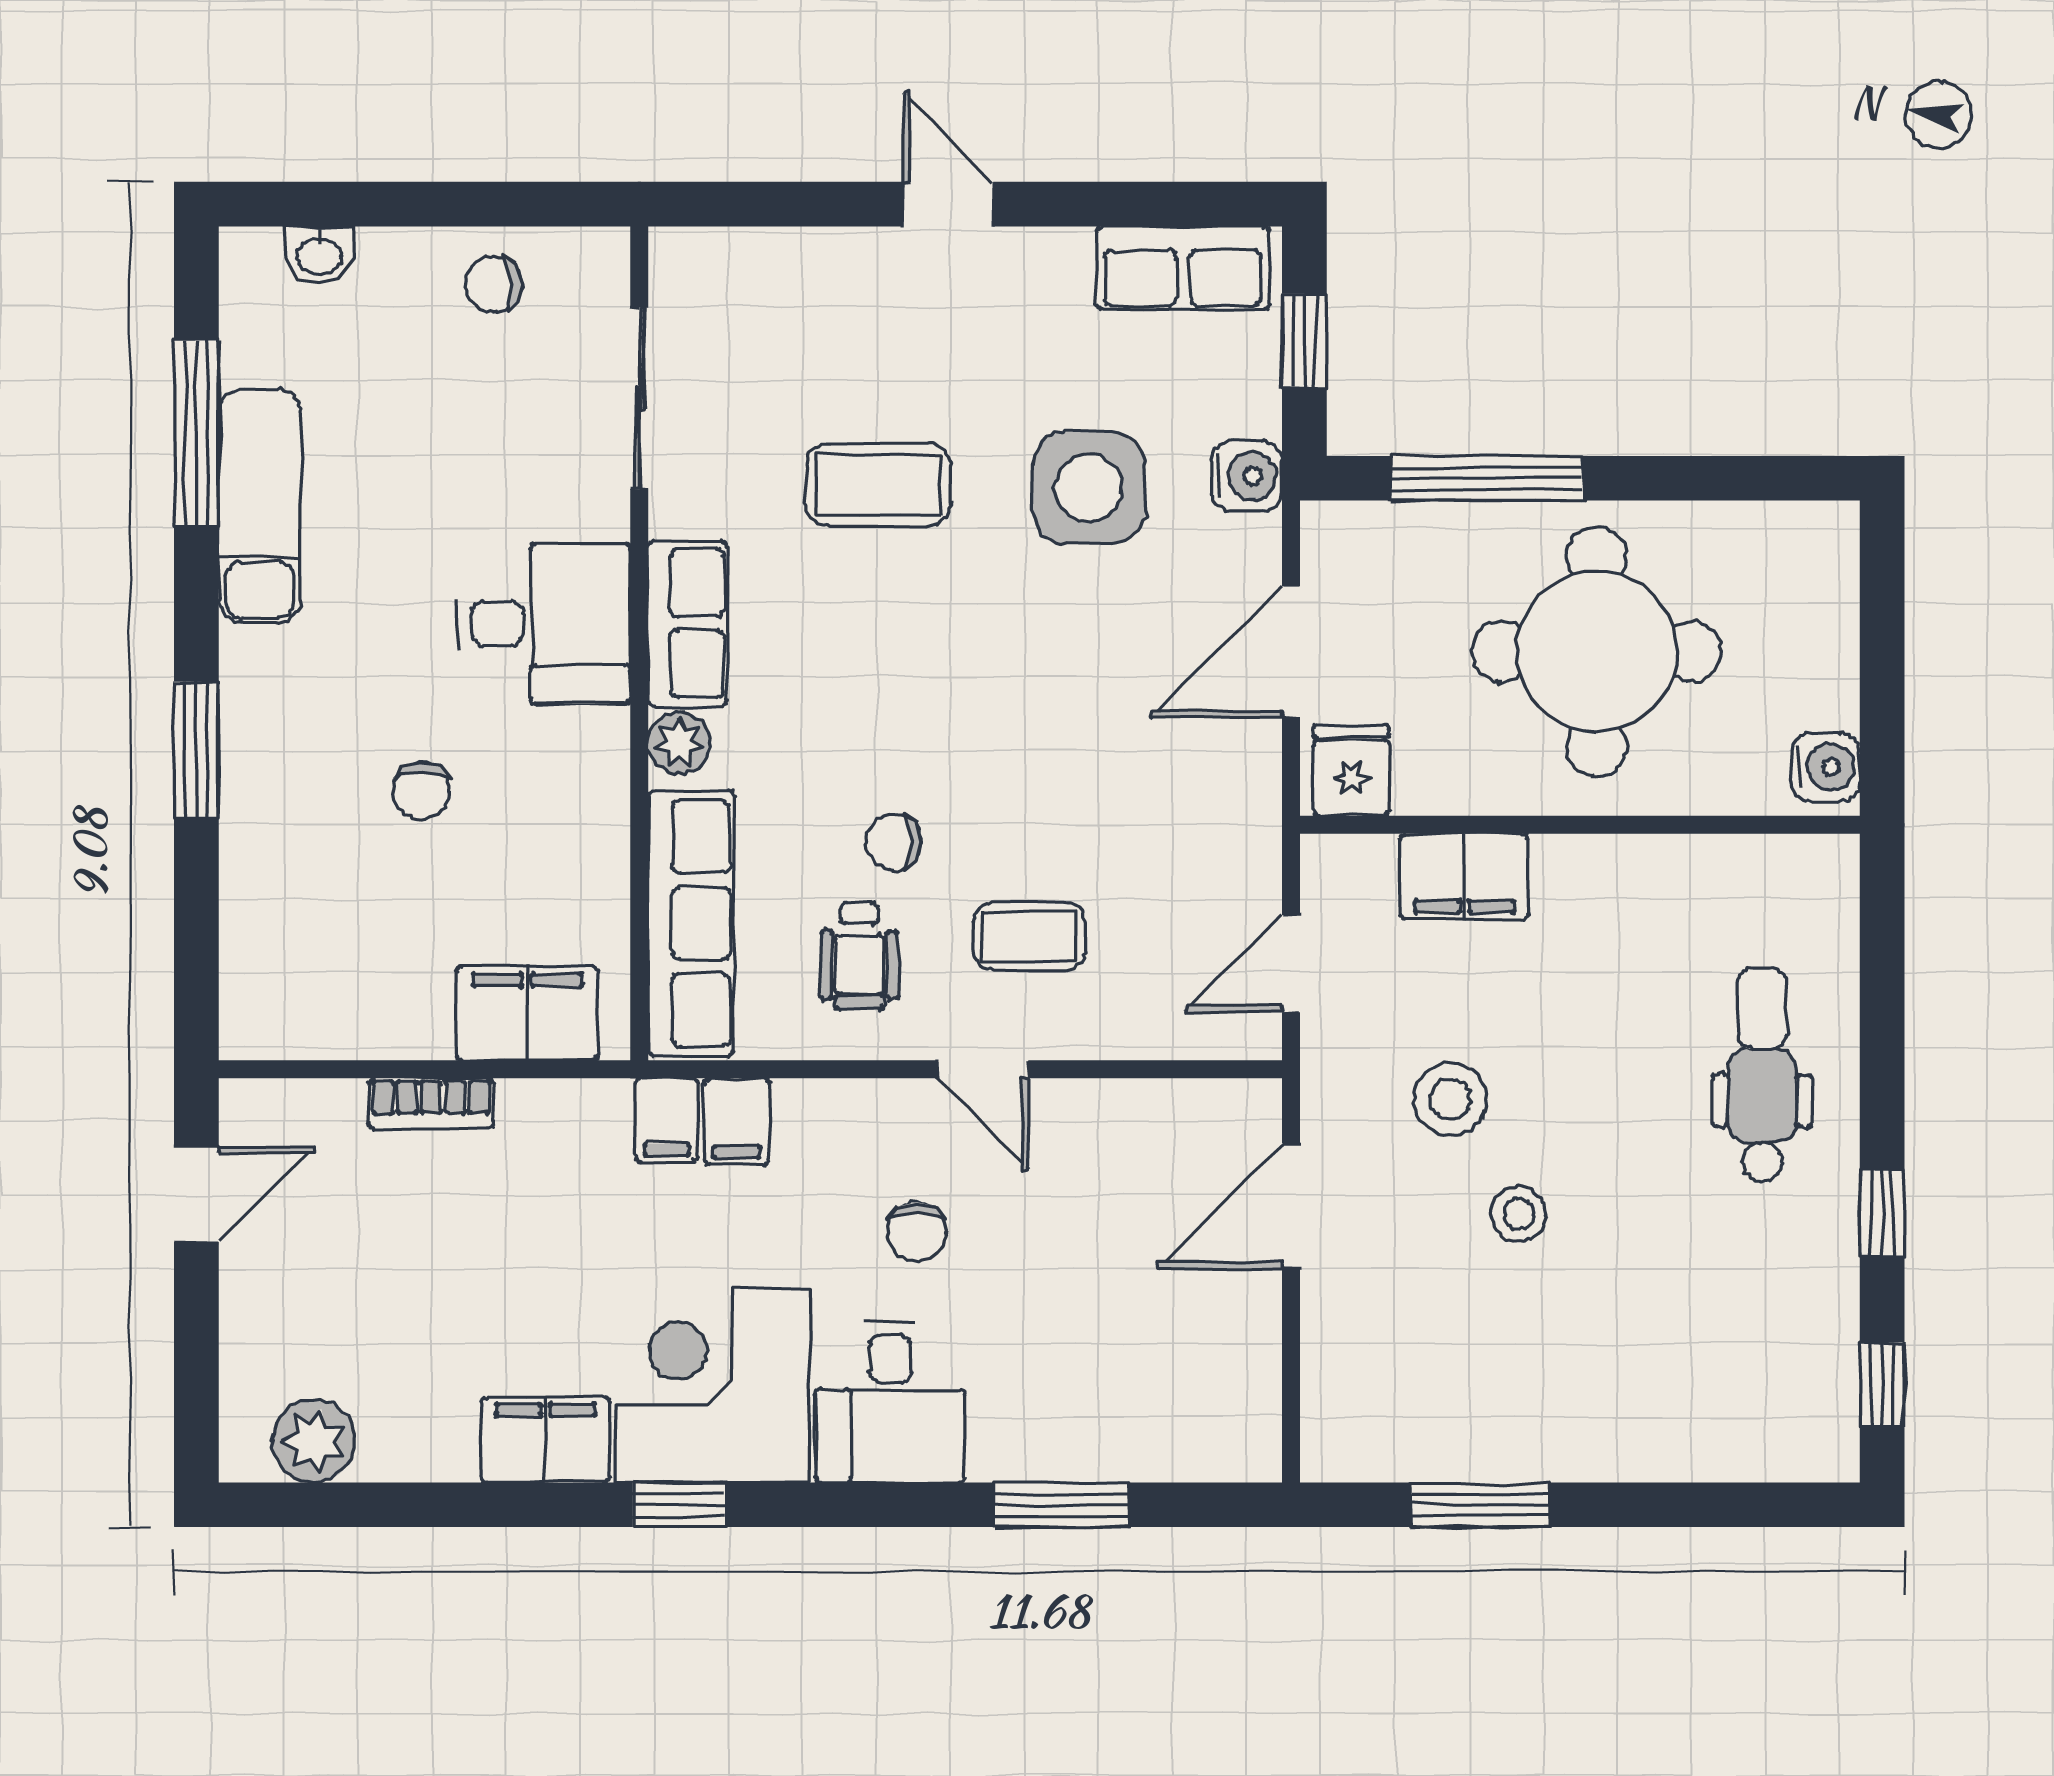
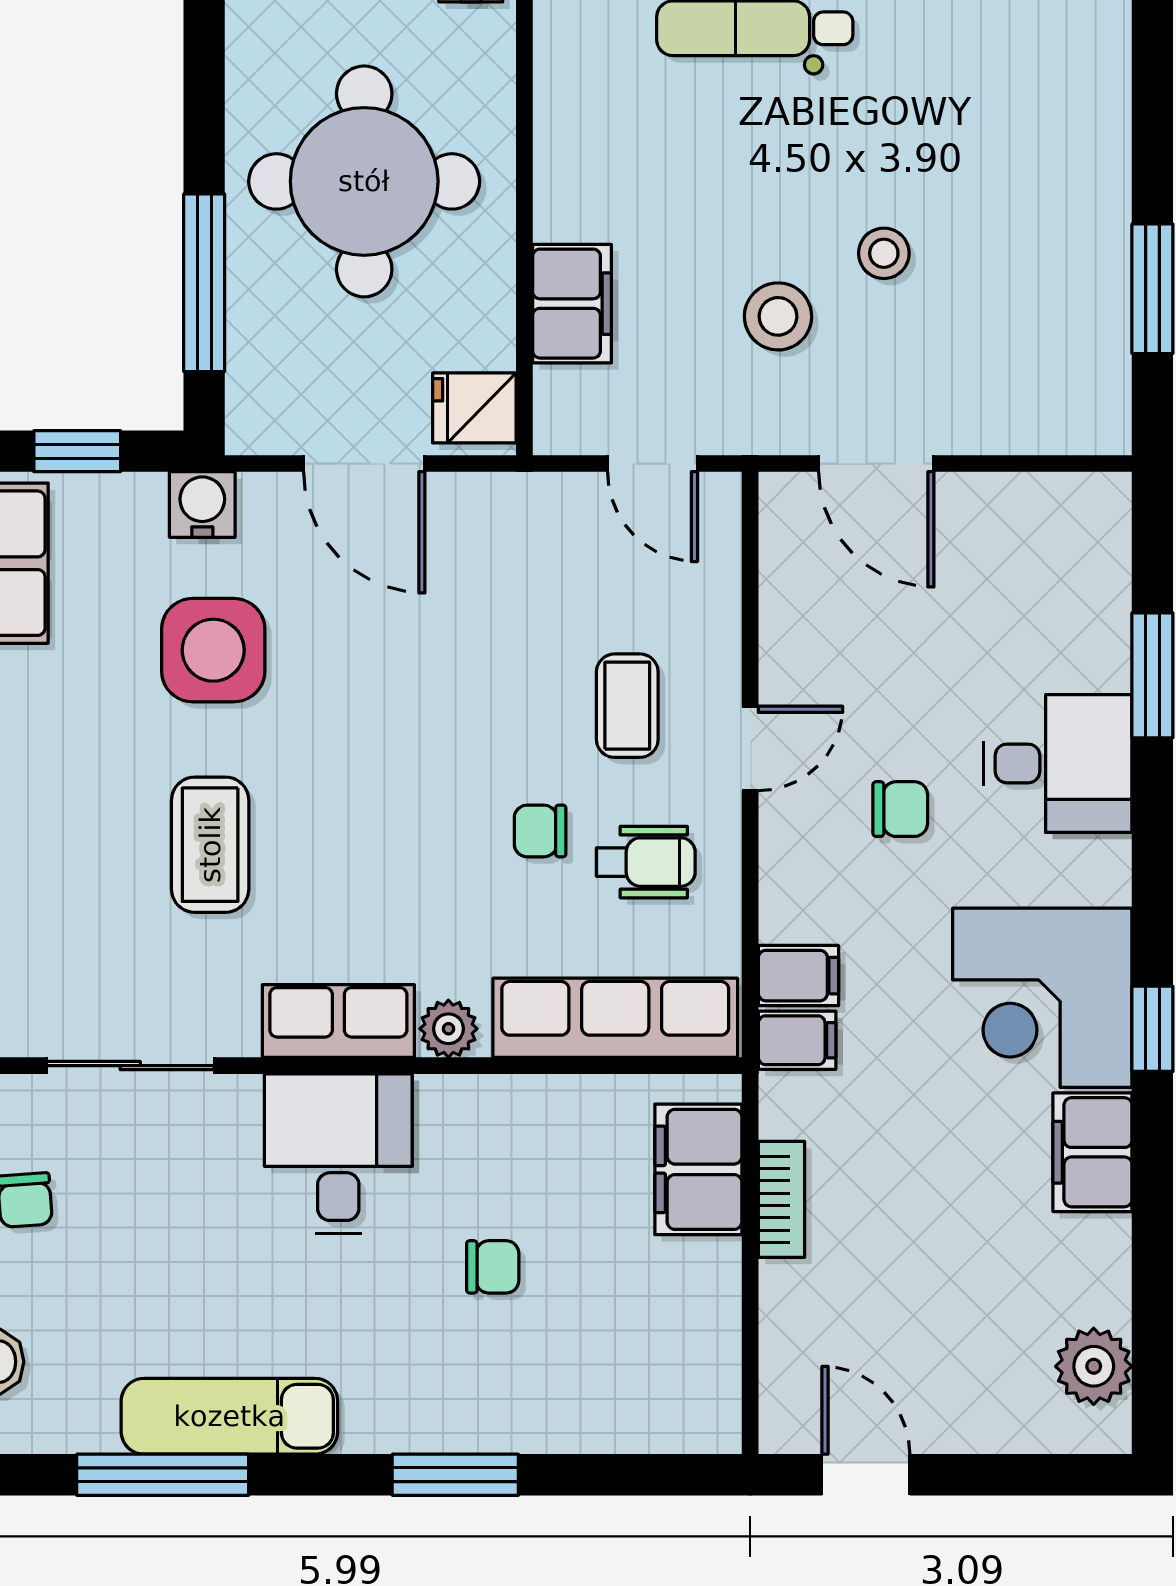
chair: (893, 842) -> (540, 831), turned 90
bookcase: (431, 1103) -> (782, 1199), moved
desk: (890, 1402) -> (1058, 763), moved

